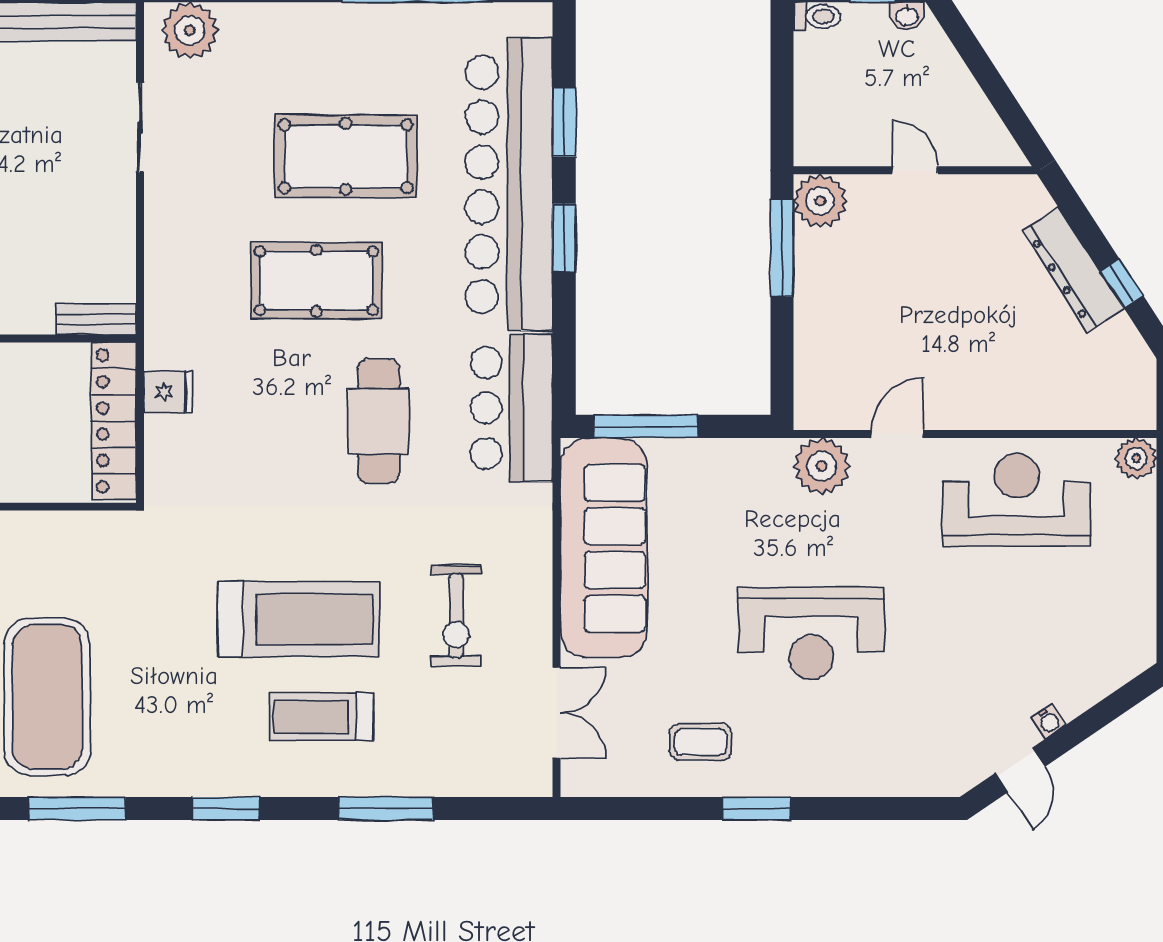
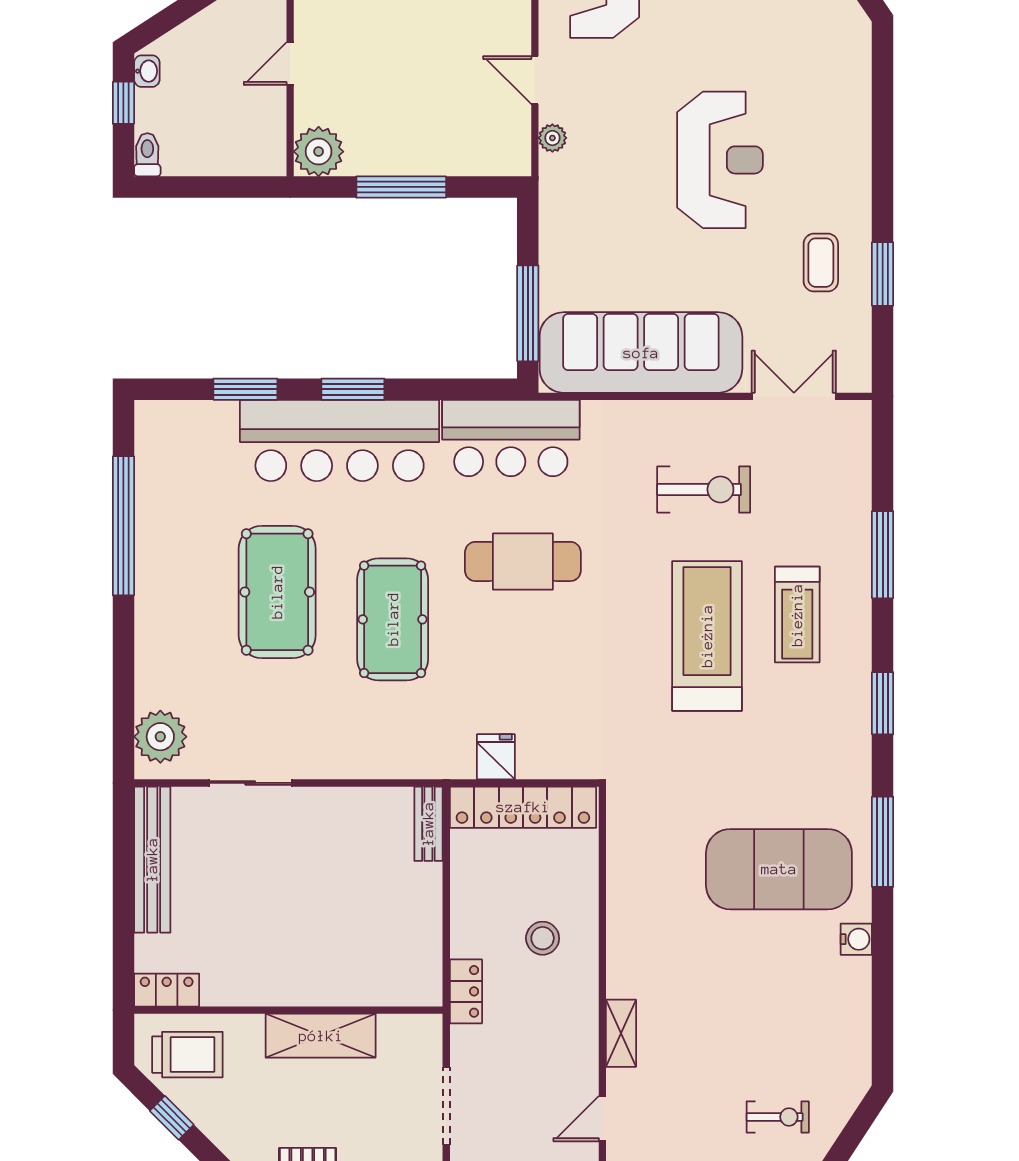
bar counter: (509, 185) -> (340, 440), width x0.73
window: (782, 248) -> (401, 187), moved
plant: (822, 466) -> (552, 138), width x0.53, depth x0.53
window: (757, 809) -> (883, 274), moved

